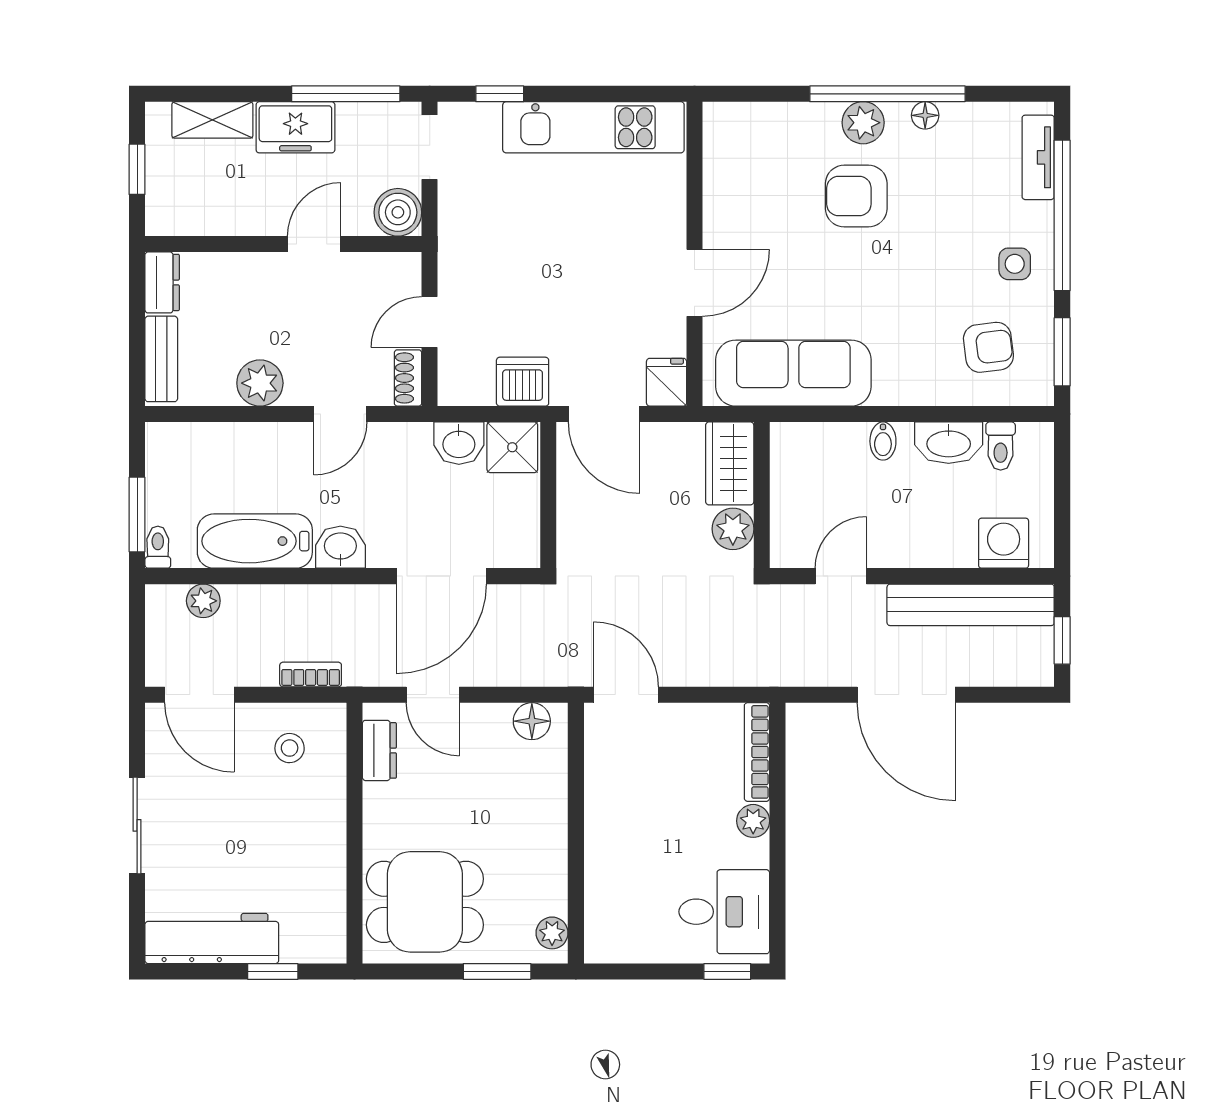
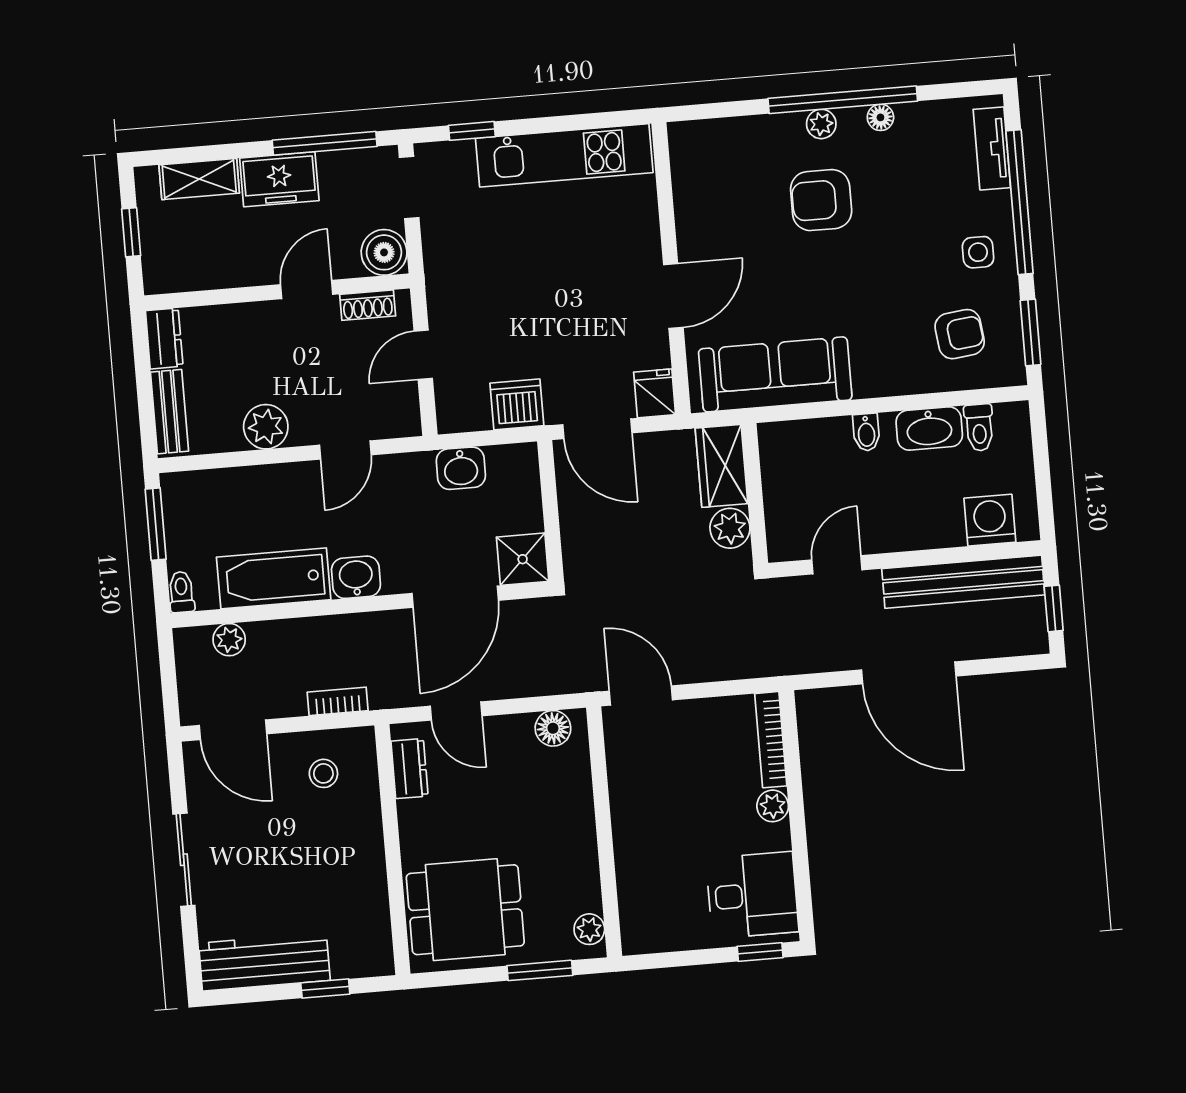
plant: (863, 123) -> (821, 124), width x0.73, depth x0.73
shoe rack: (408, 378) -> (368, 305), moved, turned -90
shower: (512, 447) -> (523, 559), moved
window: (137, 514) -> (156, 524), moved

